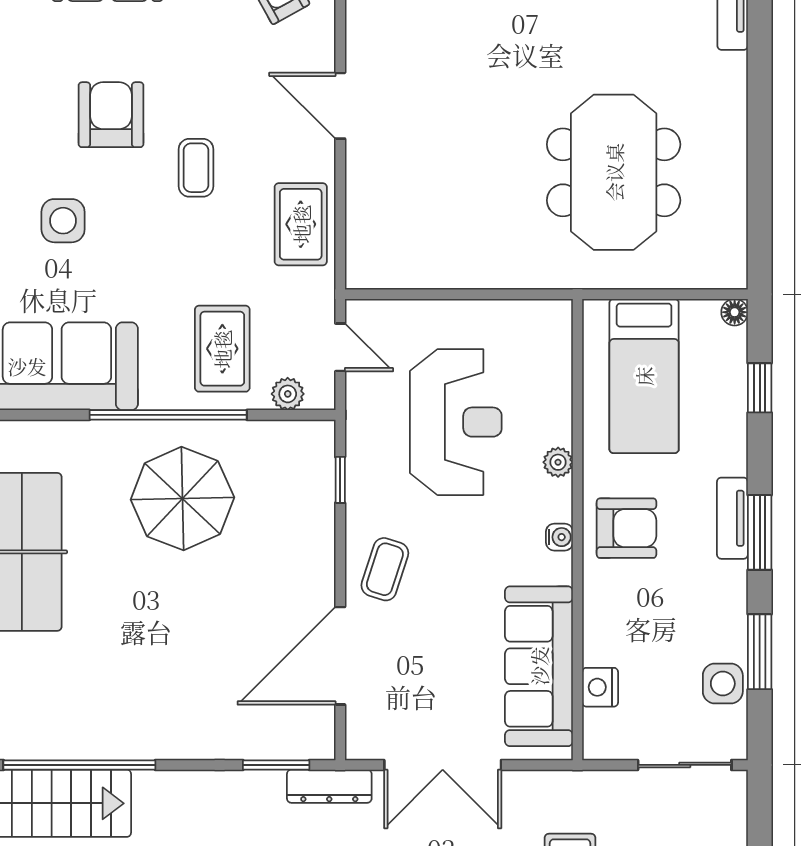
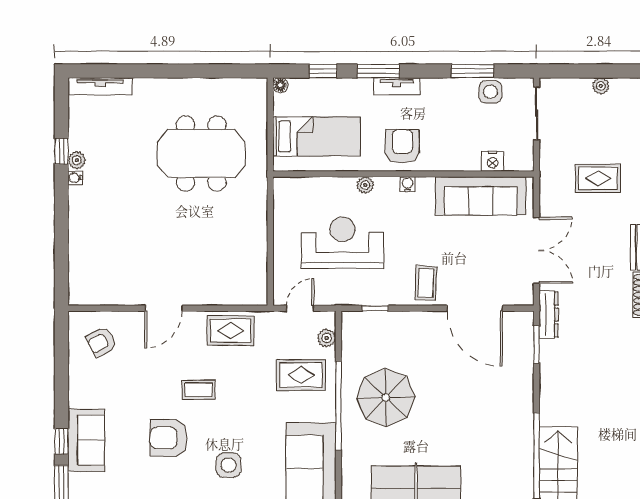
window: (760, 532) -> (378, 71), moved
coffee table: (385, 569) -> (426, 283), turned 75

